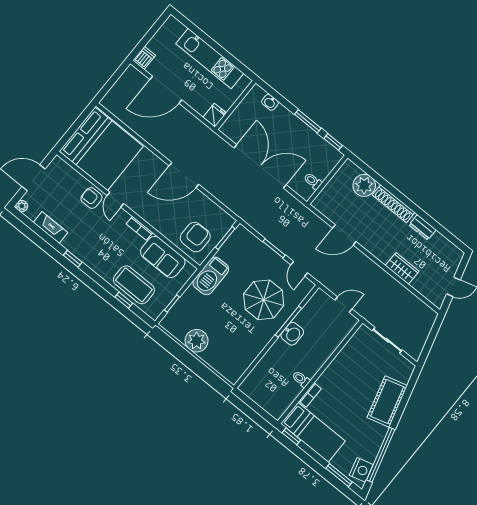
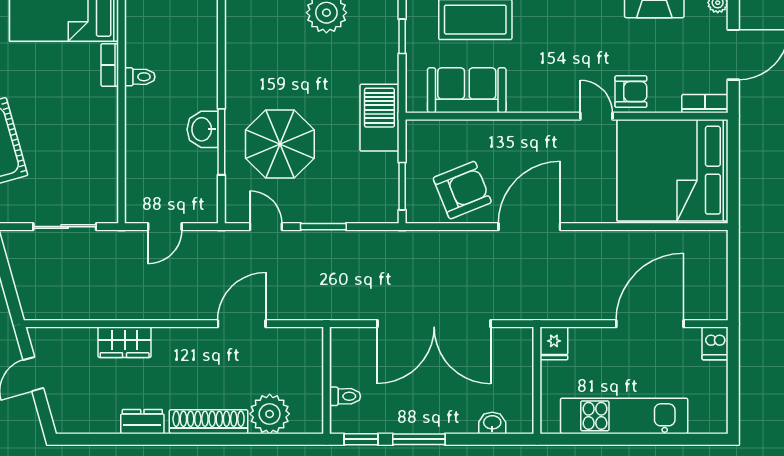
toilet: (313, 181) -> (345, 396), moved
bookcase: (139, 228) -> (705, 104), moved
armchair: (195, 237) -> (462, 190), moved, turned -112

